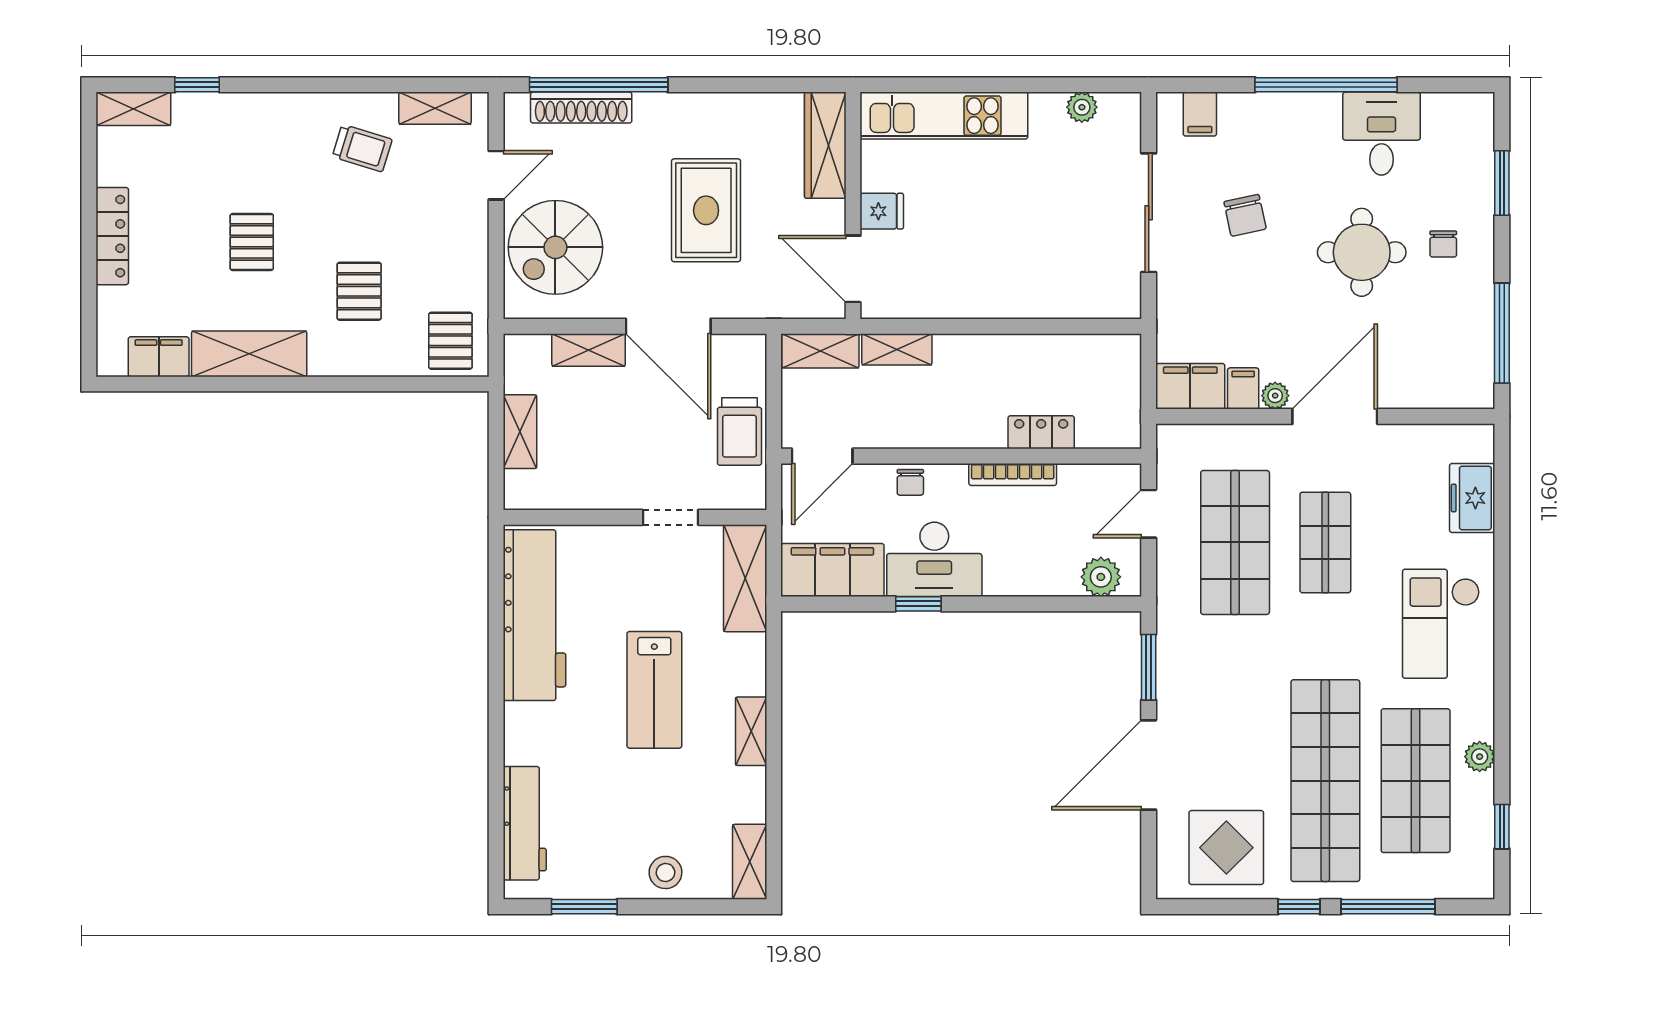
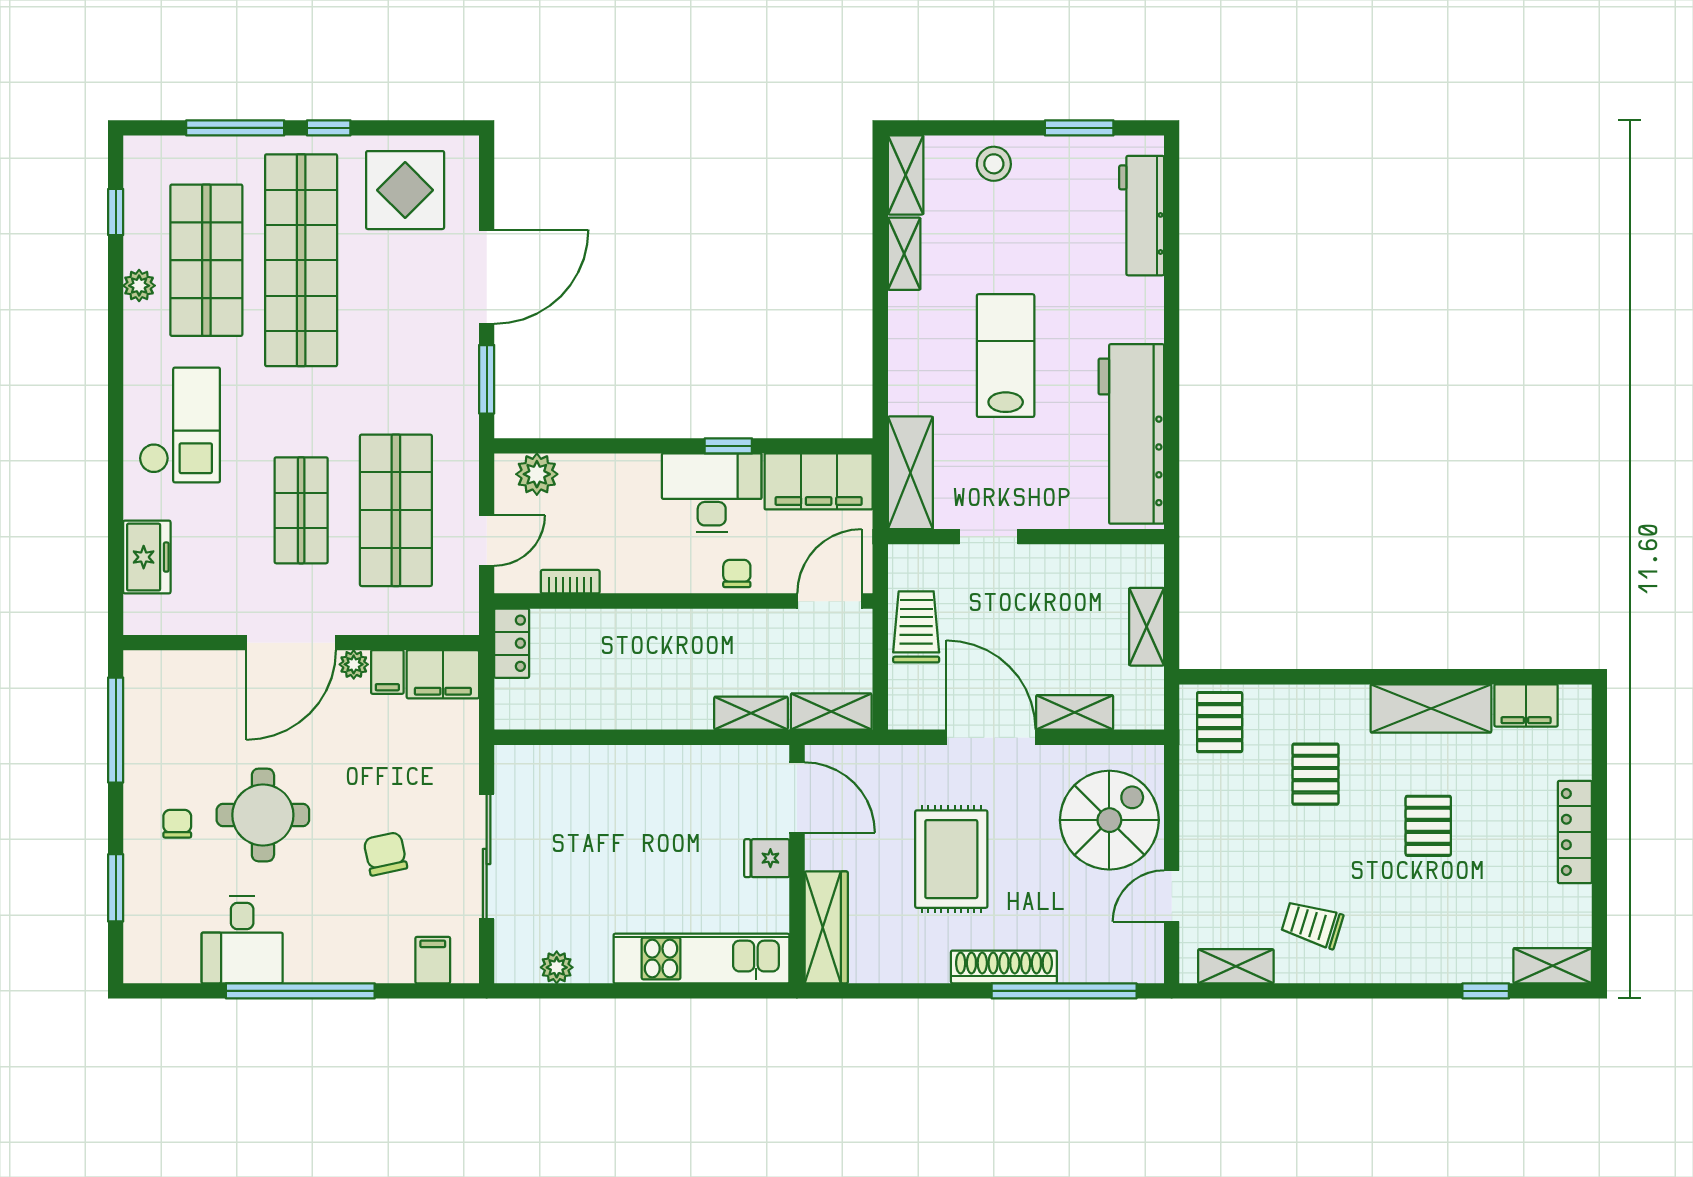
shoe rack: (581, 108) -> (1004, 967), moved
locker: (1041, 432) -> (512, 643), moved, turned -90
bookcase: (1013, 474) -> (570, 582), moved, width x0.64
shelving: (751, 731) -> (904, 254), moved

